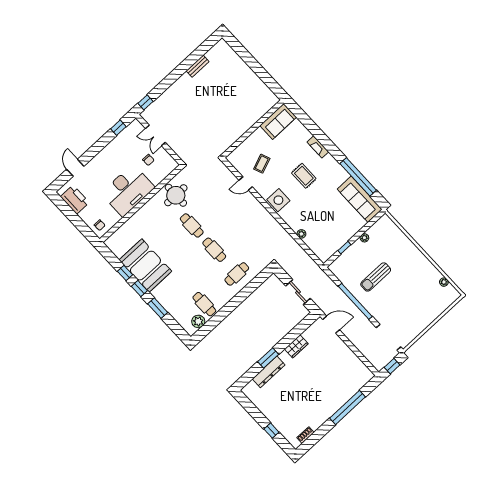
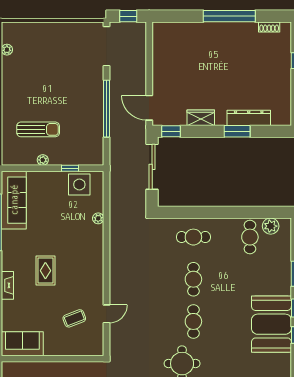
door: (246, 184) -> (107, 314), hinge flipped
side table: (278, 200) -> (79, 185), moved
sun lounger: (376, 277) -> (38, 129), moved
sliding door: (298, 292) -> (152, 167), width x1.37
window: (306, 323) -> (171, 131), added
window: (348, 407) -> (229, 16), moved

